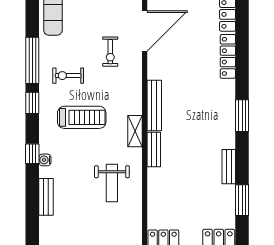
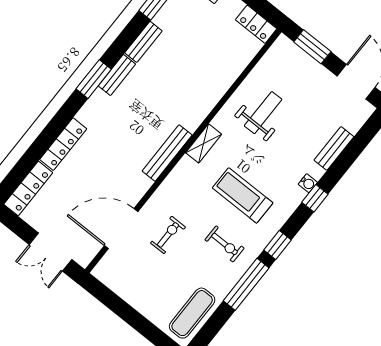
bench: (154, 150) -> (117, 75), moved

